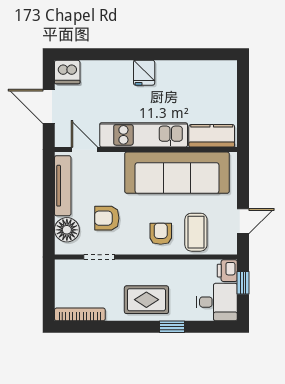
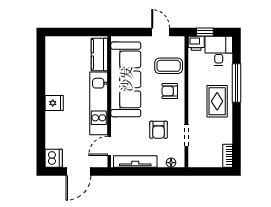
floor lamp: (67, 230) -> (171, 163), width x0.53, depth x0.53
bookcase: (80, 314) -> (228, 156), width x0.64
window: (172, 327) -> (236, 83), width x2.17

